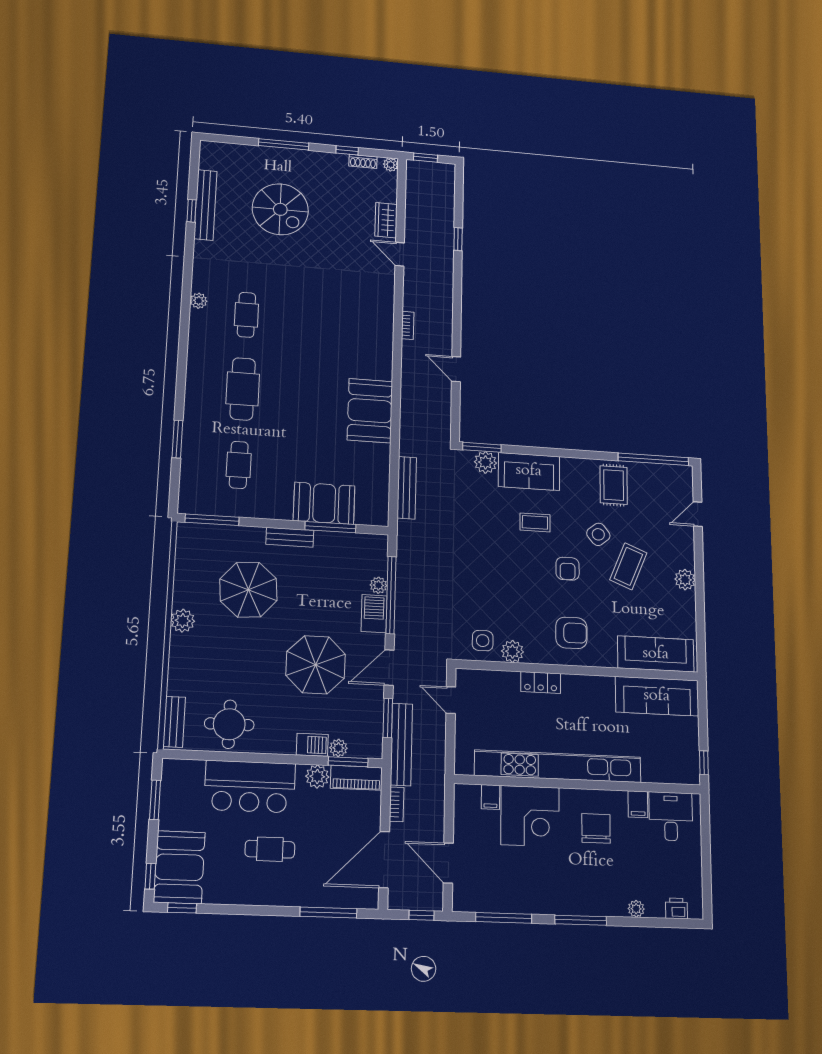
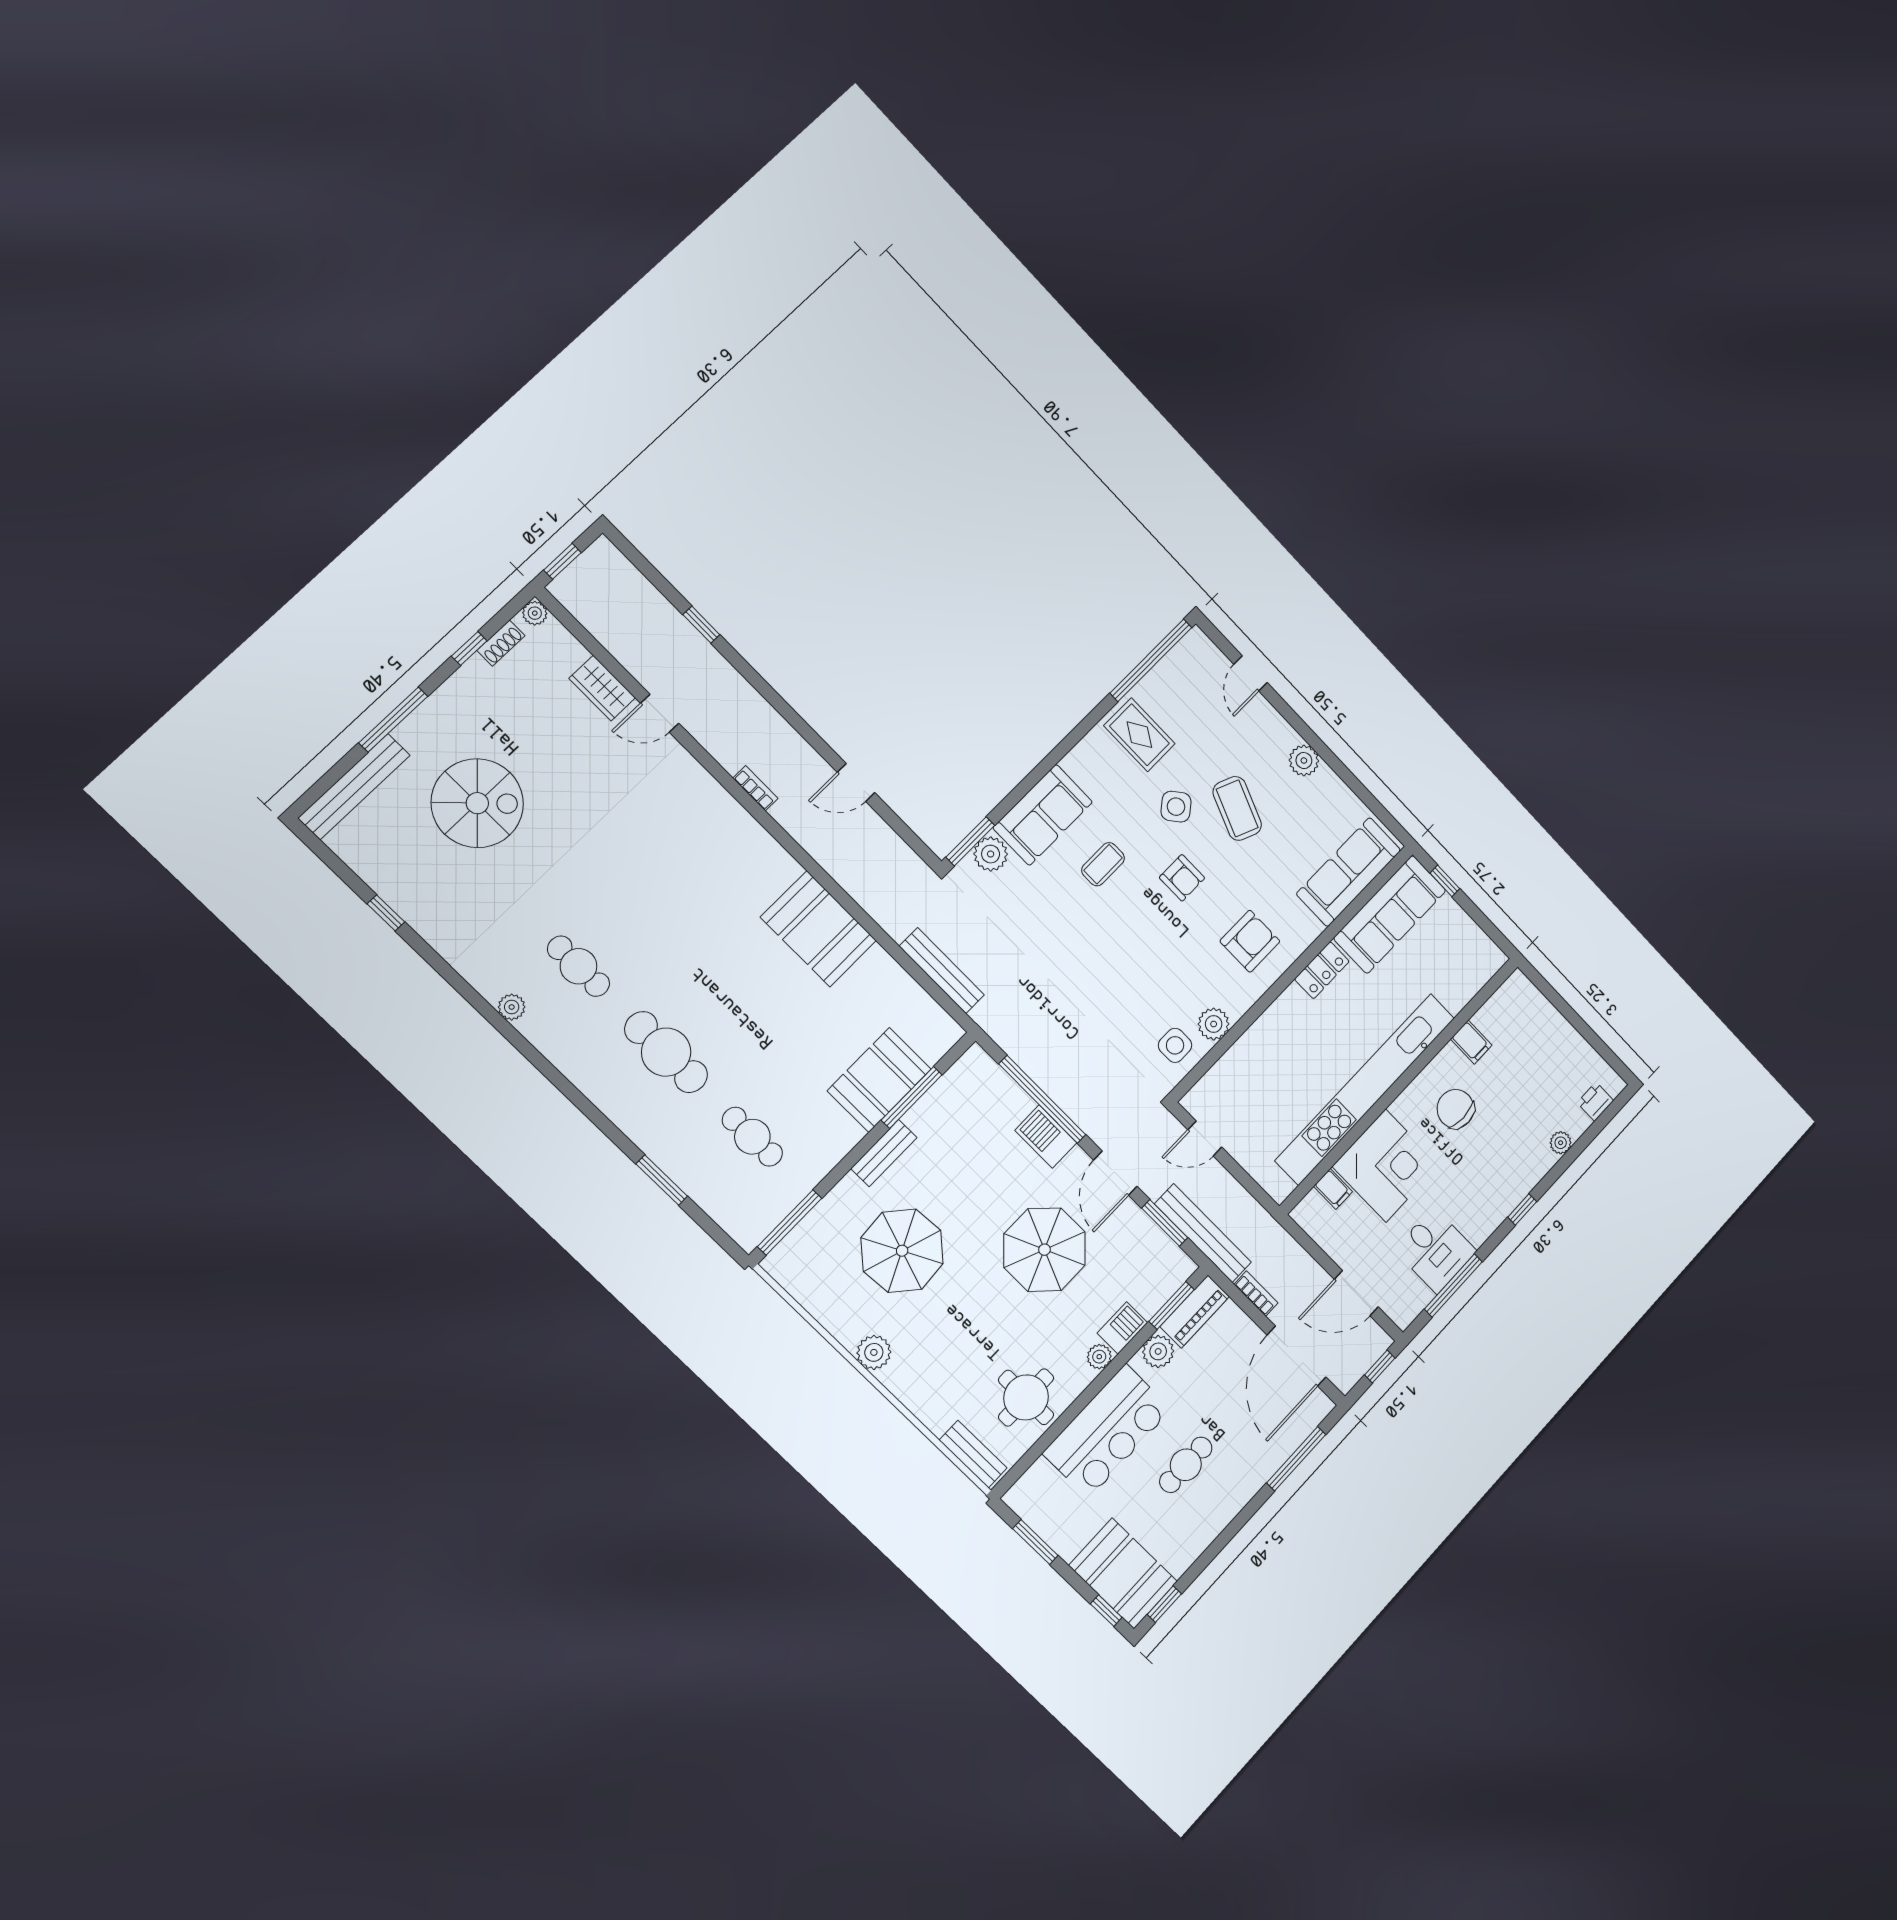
bench: (205, 205) -> (354, 787), moved, turned 90
plant: (378, 585) -> (1020, 1103), removed
locker: (541, 682) -> (1322, 970), moved
plant: (338, 748) -> (1099, 1357), moved
window: (704, 763) -> (1445, 881), moved
desk: (671, 816) -> (1435, 1250), moved, turned 180
window: (581, 920) -> (1522, 1209), width x0.46

